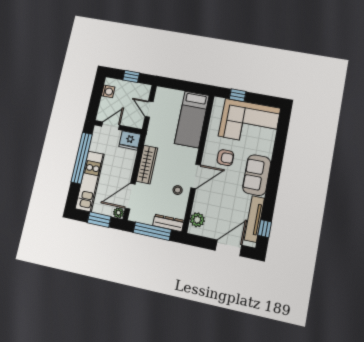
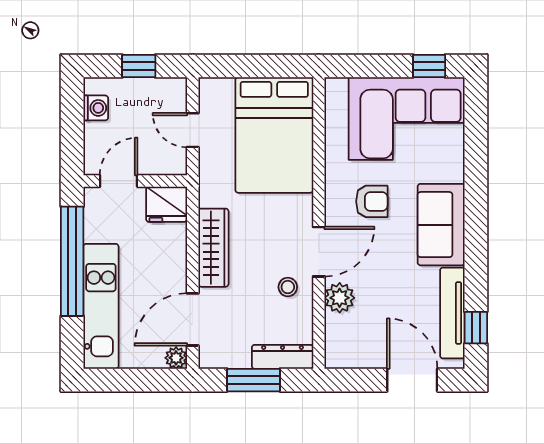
window: (238, 95) -> (429, 66), moved
bed: (192, 119) -> (274, 135), width x1.50
window: (99, 220) -> (139, 380), removed
plant: (197, 220) -> (340, 298), moved
window: (152, 231) -> (254, 380), width x0.69
door: (229, 248) -> (412, 380), hinge flipped

